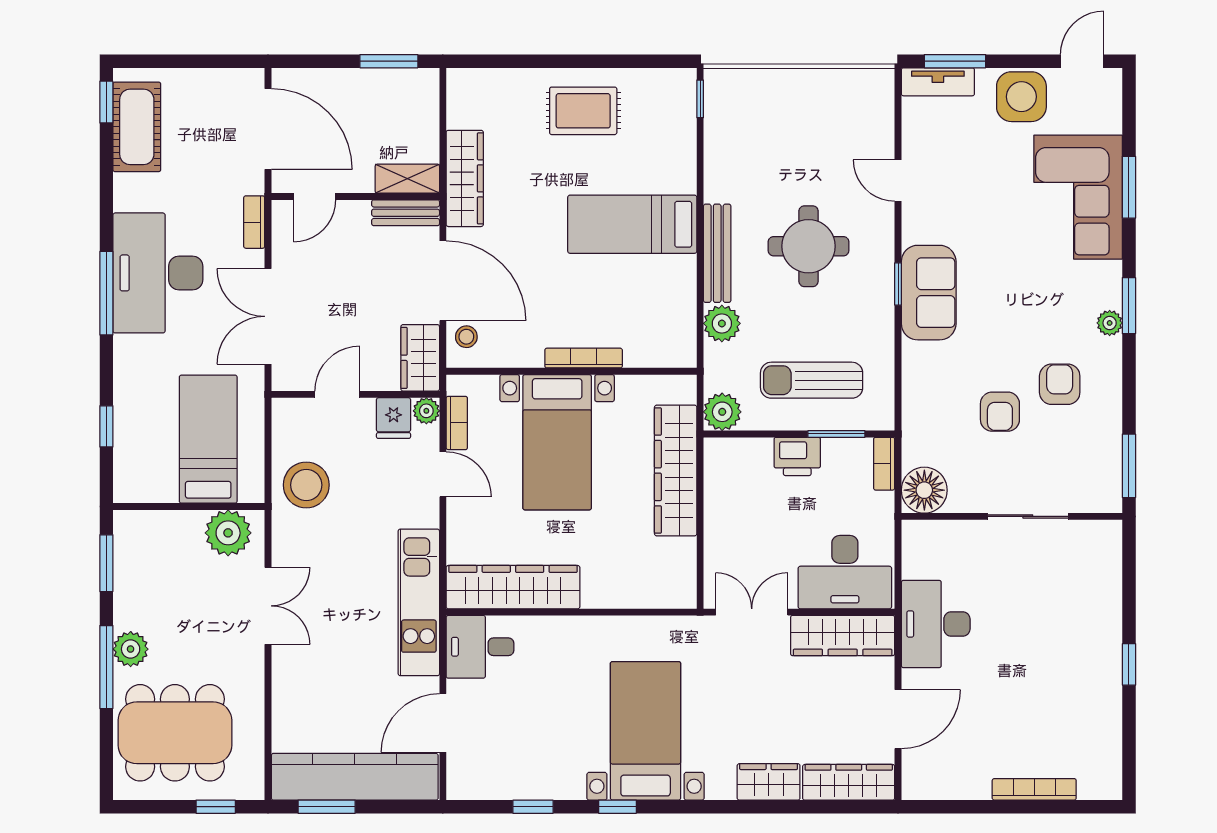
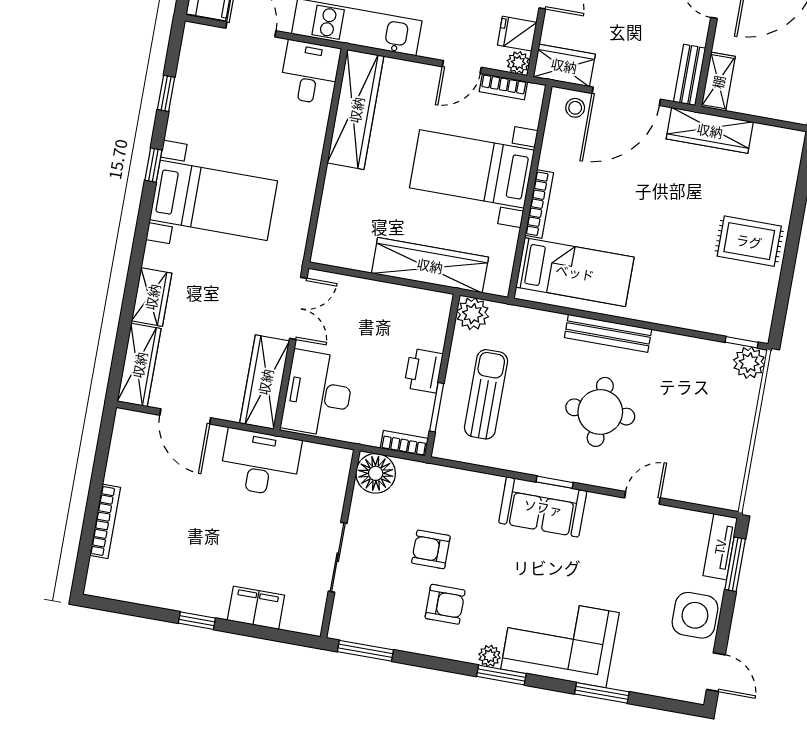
rug: (583, 111) -> (749, 241), turned 90
corner sofa: (1078, 197) -> (560, 641), moved
bed: (632, 224) -> (575, 272), moved, turned 90
plant: (722, 323) -> (749, 363), moved
filing cabinet: (1102, 599) -> (256, 608), added

